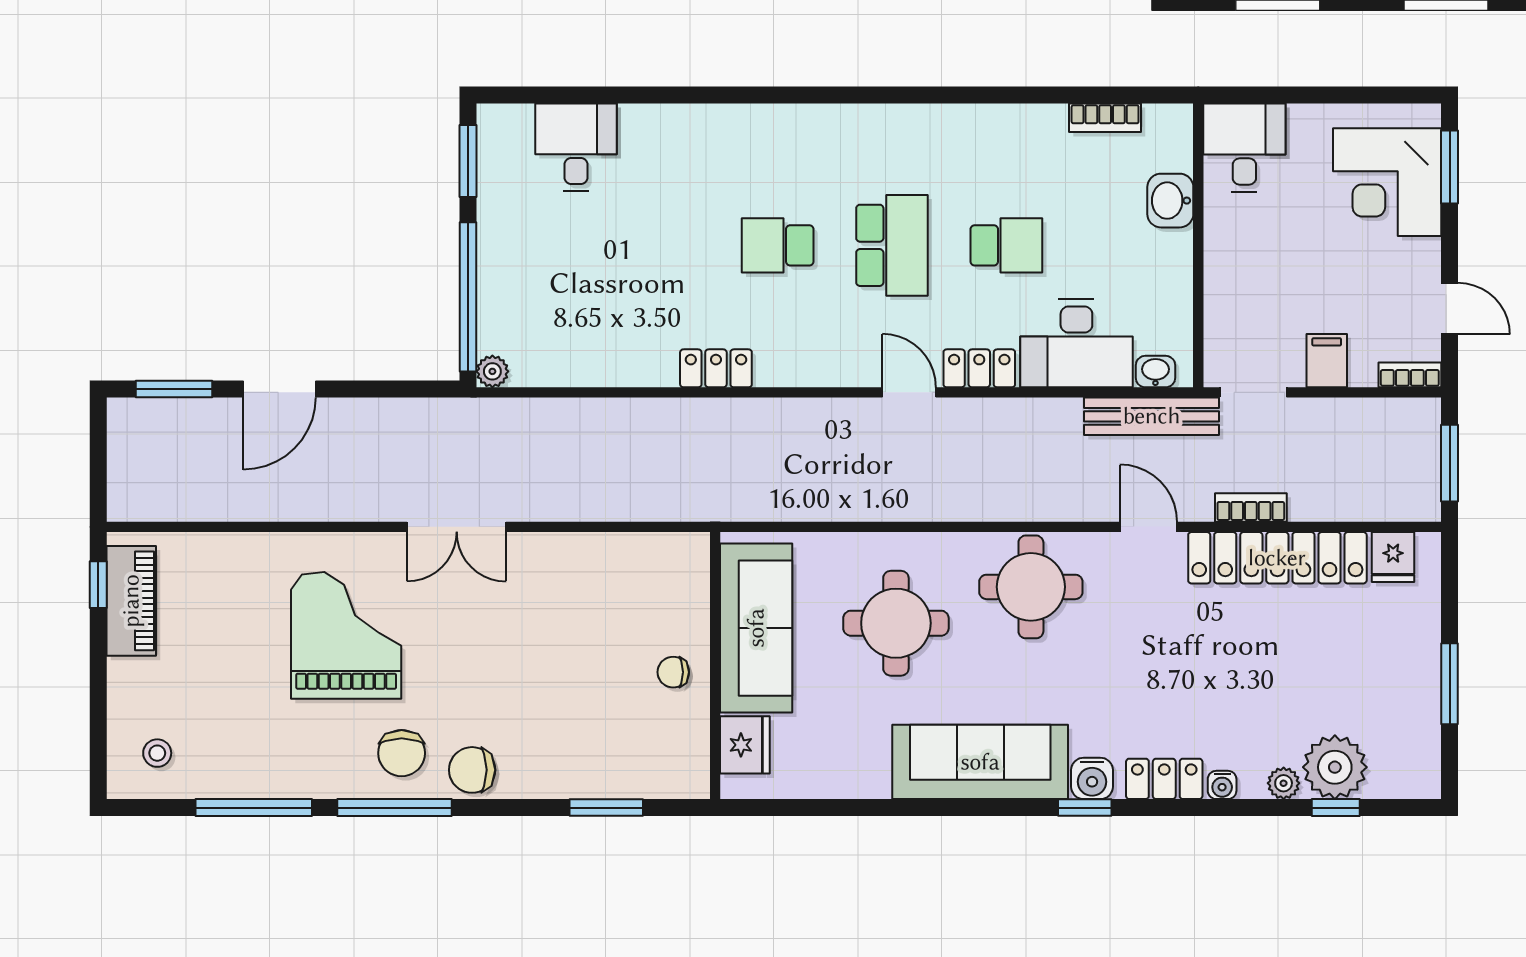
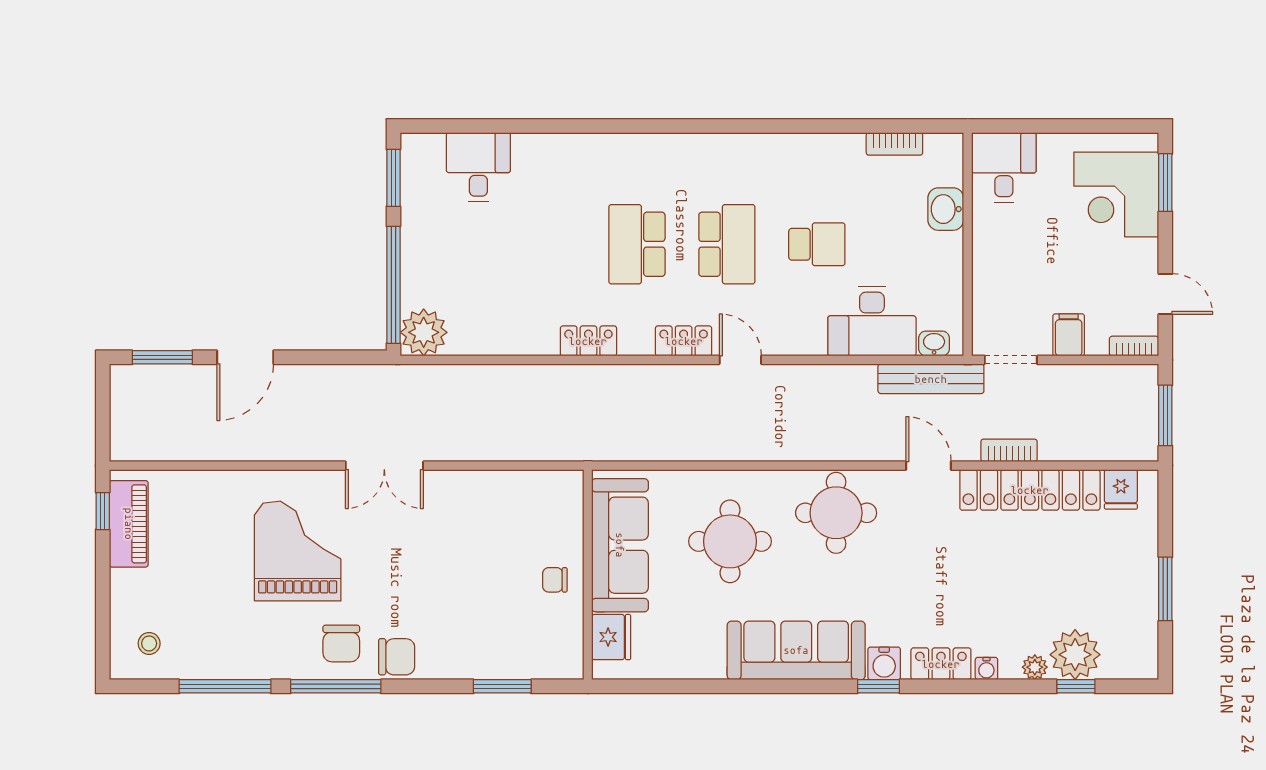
school desk: (778, 245) -> (637, 244), width x1.85
locker: (979, 368) -> (684, 341), moved
plant: (492, 371) -> (424, 332), width x1.87, depth x1.87
chair: (472, 770) -> (397, 657), turned 180

